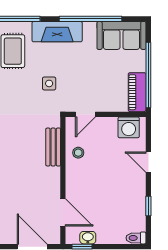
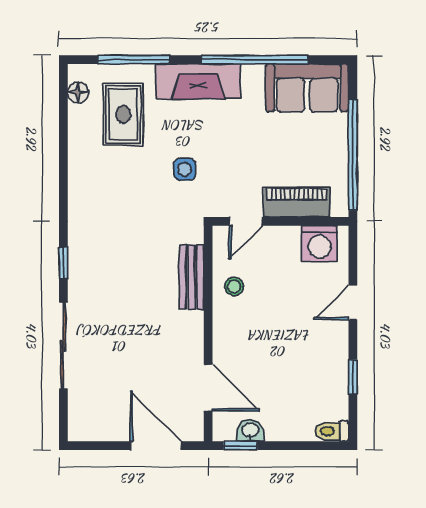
piano: (137, 92) -> (297, 202), moved, turned 90
door: (148, 162) -> (353, 302), hinge flipped

